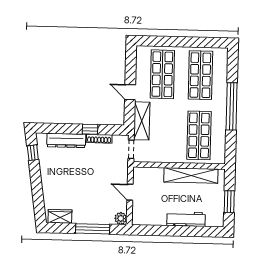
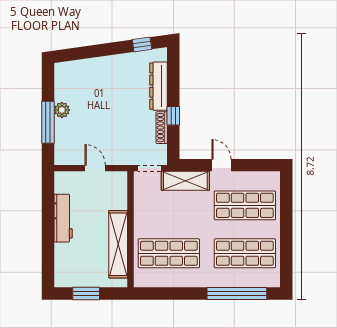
door: (130, 92) -> (221, 165), hinge flipped
window: (232, 106) -> (237, 293), moved
door: (130, 192) -> (95, 168), hinge flipped
wardrobe: (60, 216) -> (63, 81), removed
plant: (121, 218) -> (62, 110), moved
workbench: (186, 219) -> (63, 218), moved

